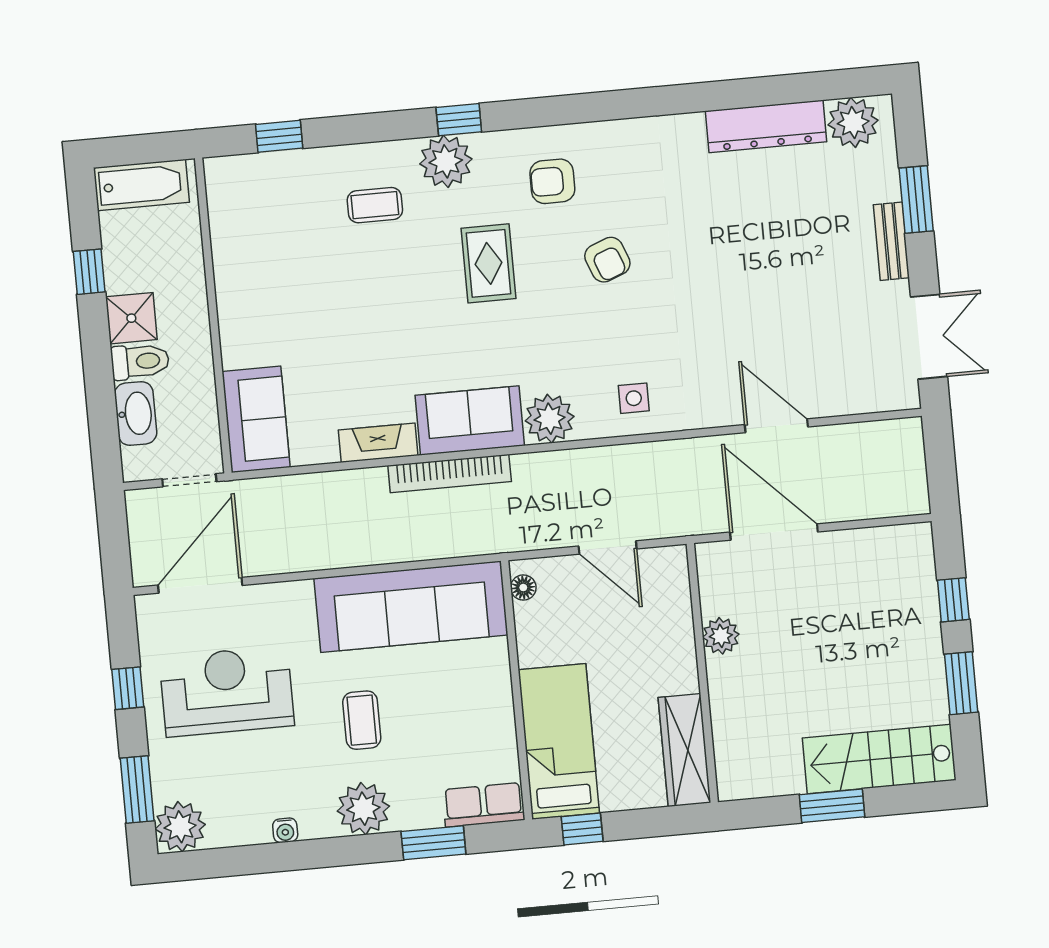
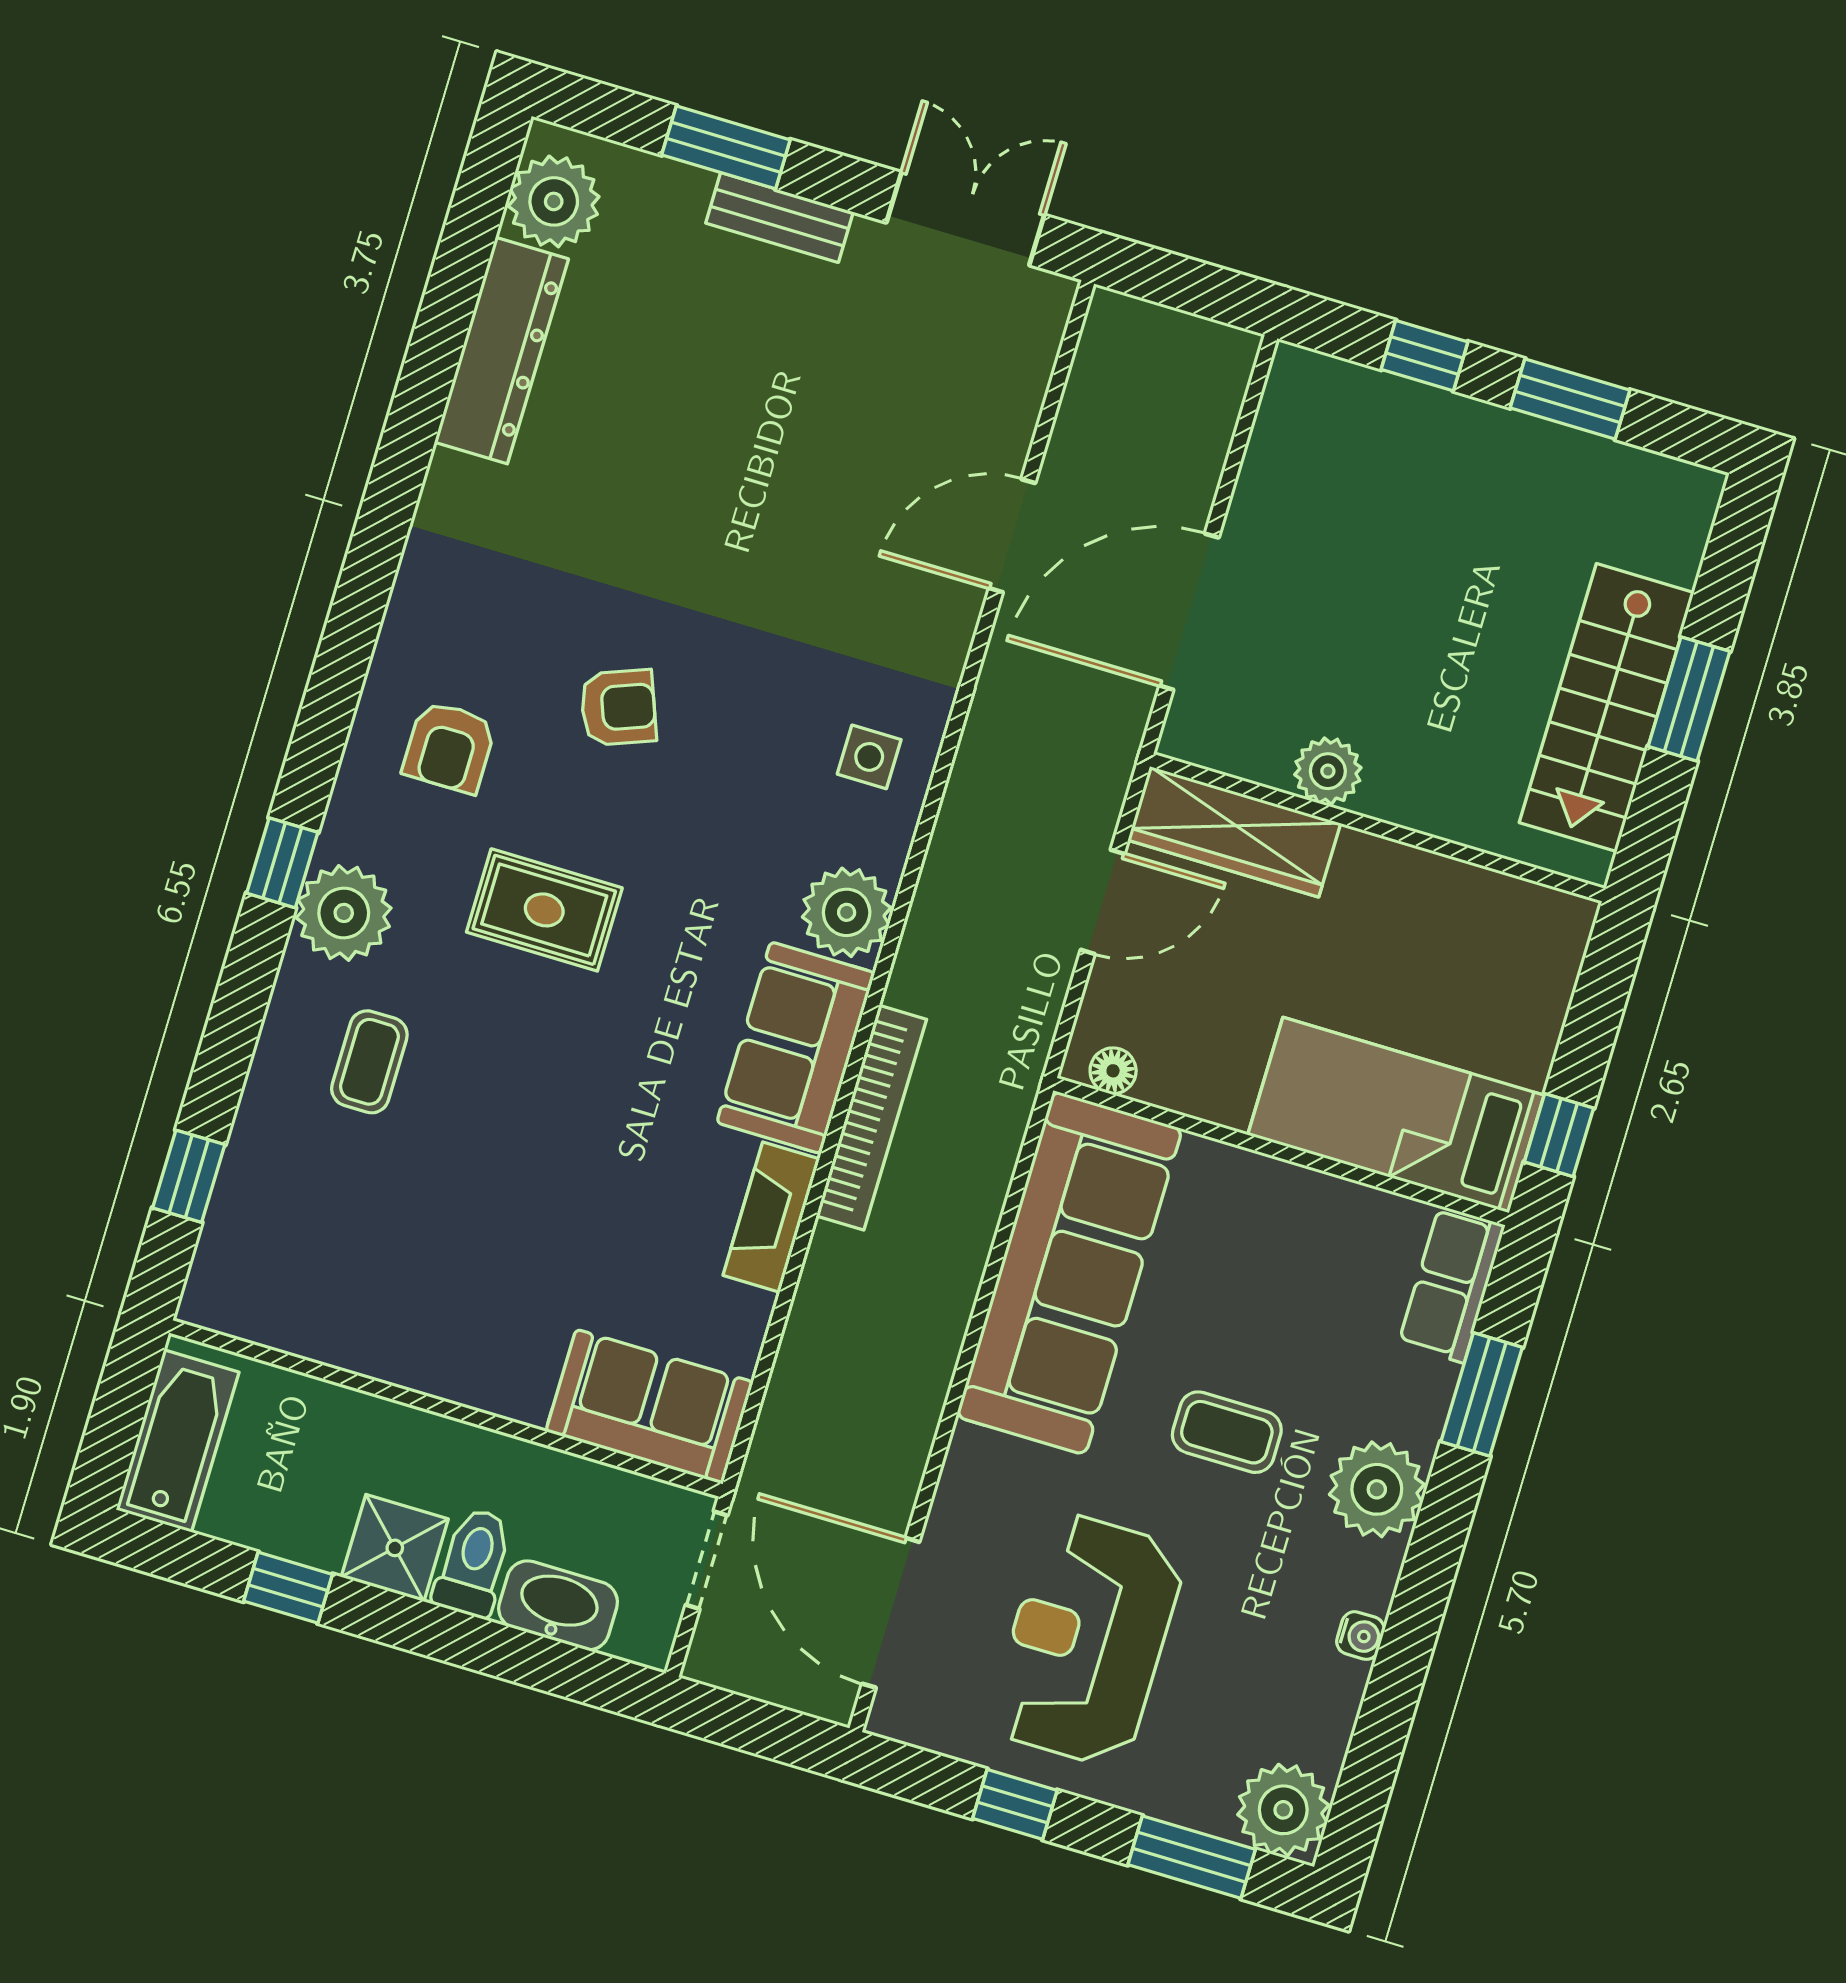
wardrobe: (684, 750) -> (1234, 832), moved
stairs: (879, 759) -> (1607, 708), moved

